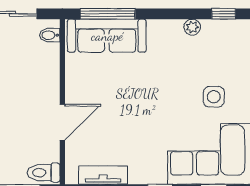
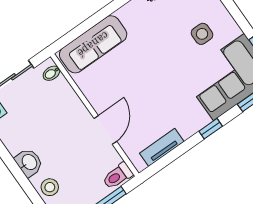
window: (108, 14) -> (83, 28), removed

